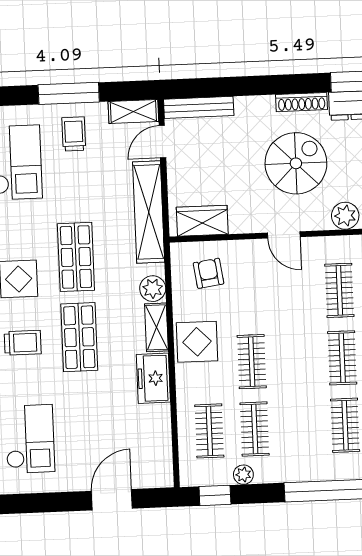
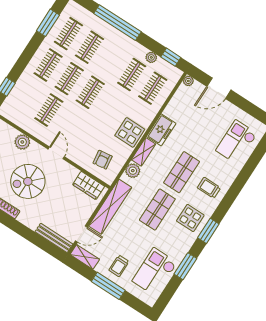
clothes rail: (252, 362) -> (90, 92), moved
plant: (164, 479) -> (188, 81), added

